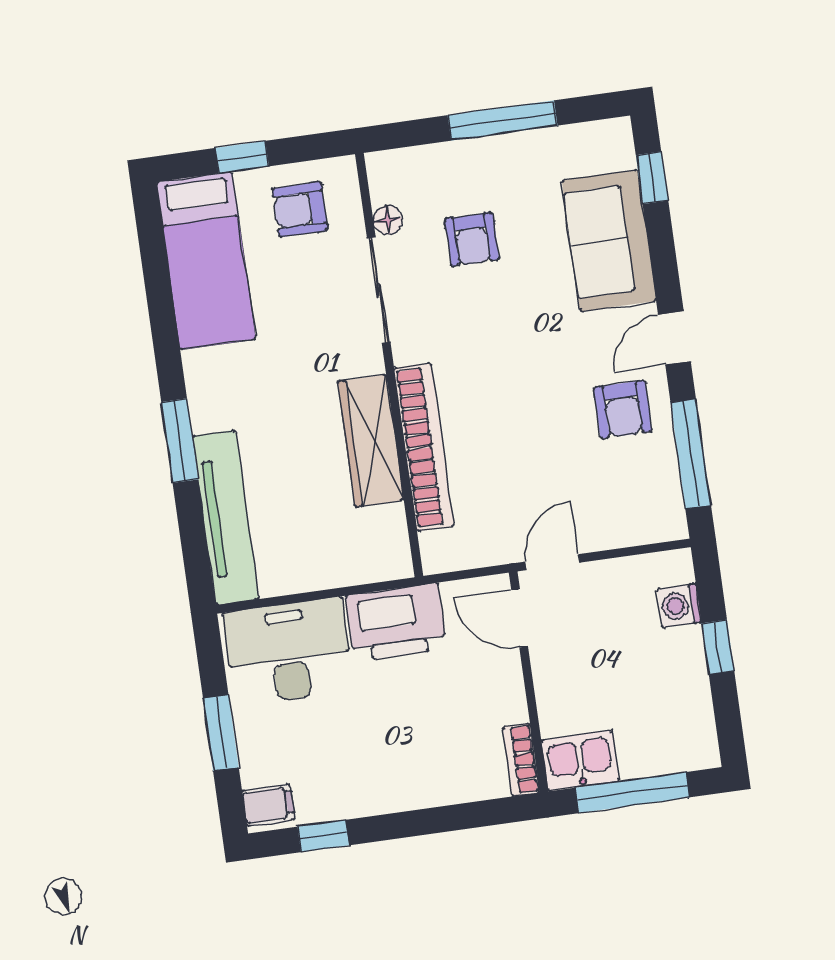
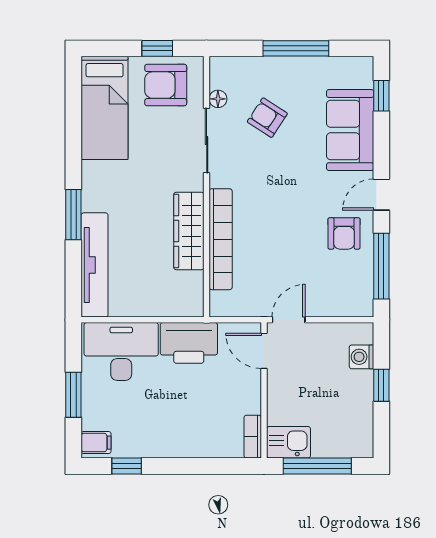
window: (242, 157) -> (157, 48), moved
armchair: (300, 210) -> (166, 85), width x1.38, depth x1.38
armchair: (472, 239) -> (267, 118), turned 123

